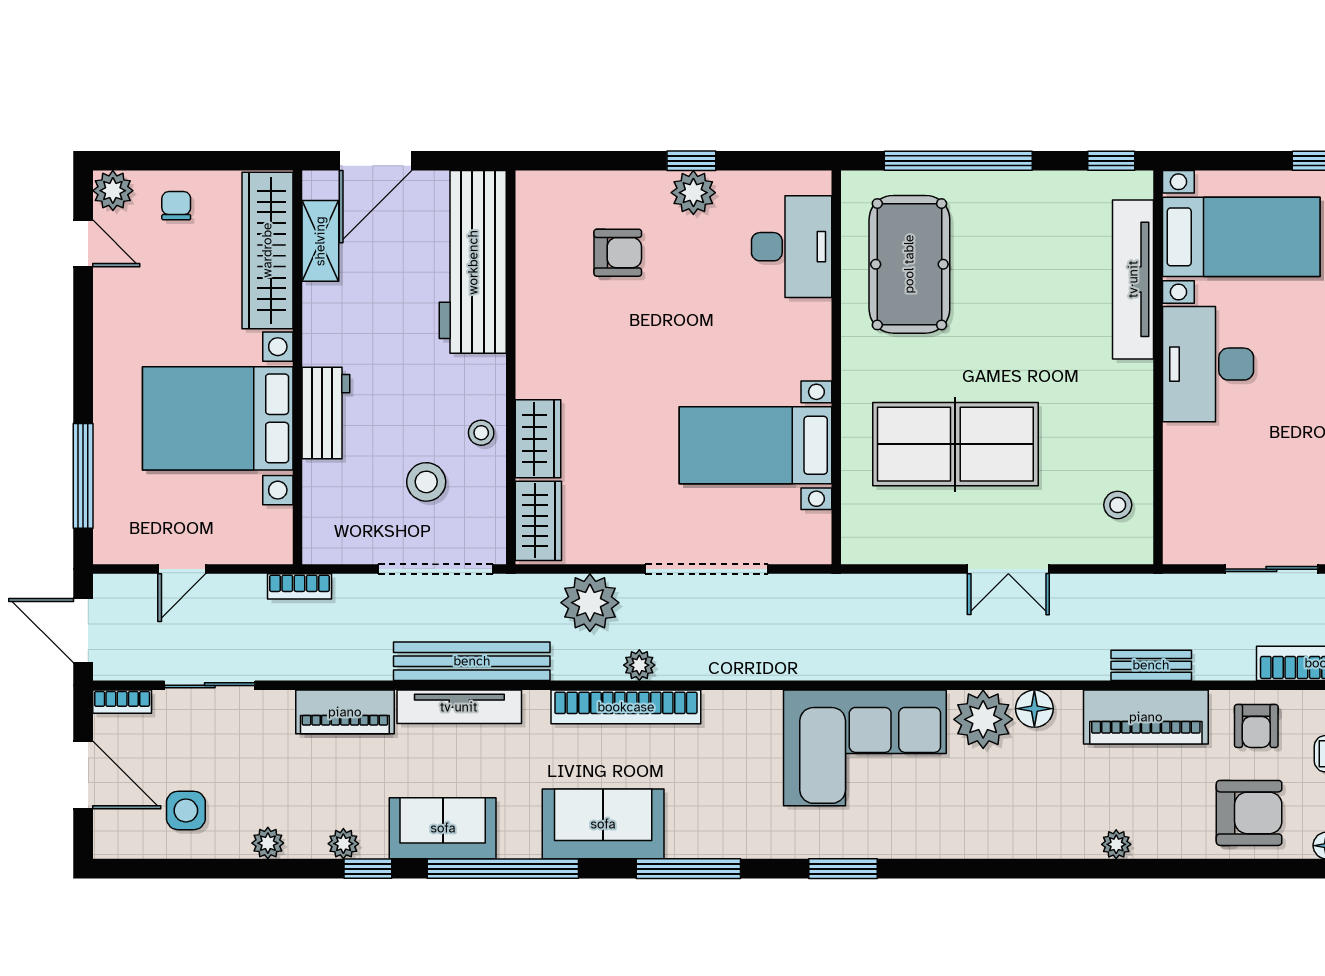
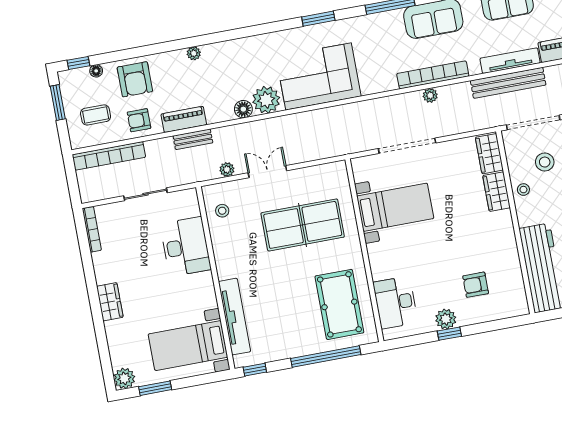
desk: (1208, 364) -> (186, 247), moved
plant: (590, 603) -> (227, 169), moved, width x0.53, depth x0.53
piano: (1146, 717) -> (184, 119), width x0.73, depth x0.75
armchair: (1256, 726) -> (139, 120), turned -90
armchair: (1249, 813) -> (135, 79), turned -90

